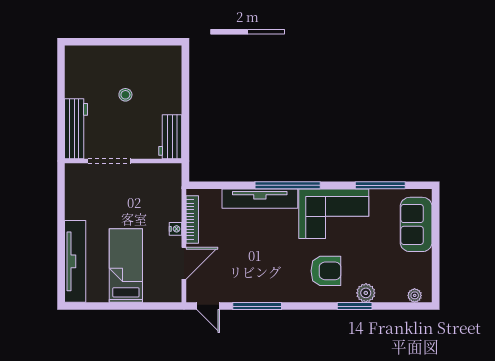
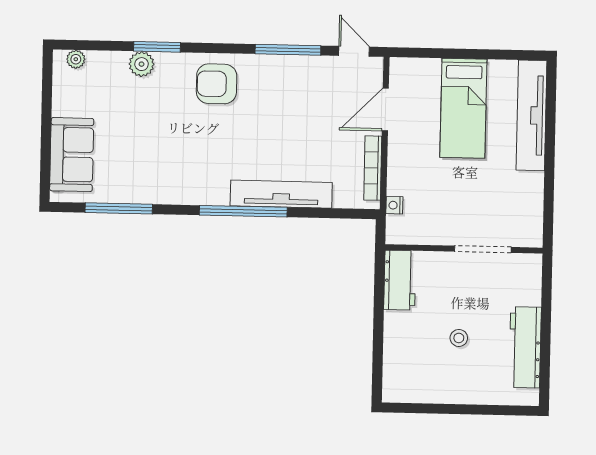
workbench: (76, 129) -> (525, 347), moved
corner sofa: (334, 214) -> (182, 171), removed
nightstand: (176, 229) -> (394, 205), moved
armchair: (326, 271) -> (217, 84), moved

